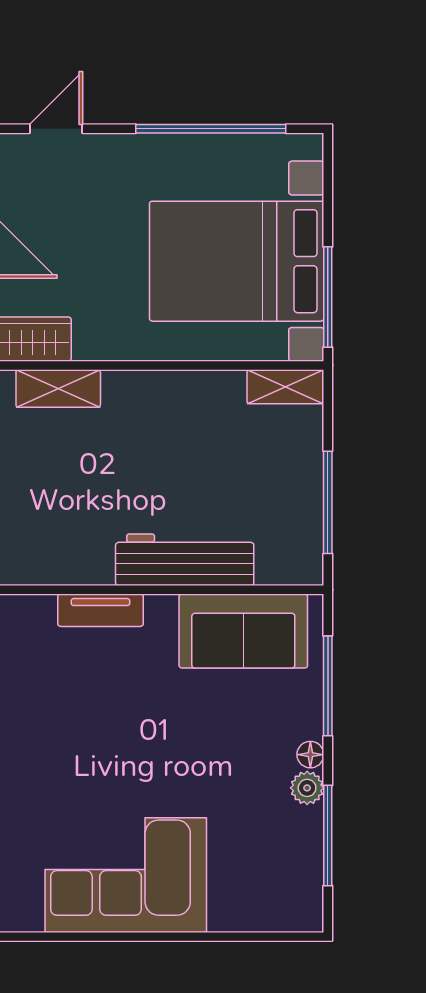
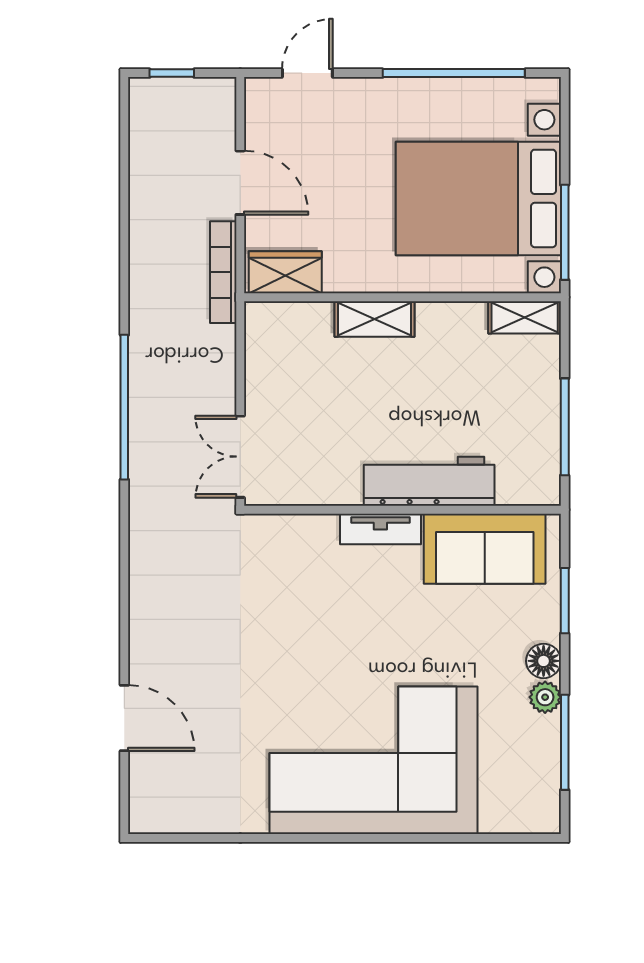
shelving: (58, 388) -> (374, 319), moved
tv unit: (100, 610) -> (380, 529), moved
window: (328, 686) -> (565, 601), width x0.69
floor lamp: (310, 755) -> (544, 661), width x1.37, depth x1.37
corner sofa: (126, 875) -> (373, 760), width x1.36, depth x1.36

